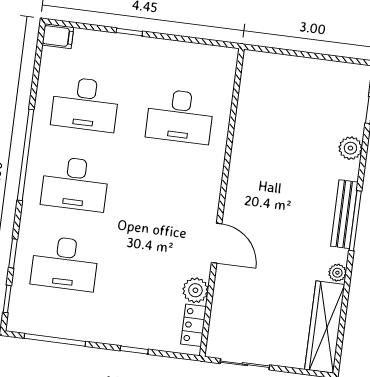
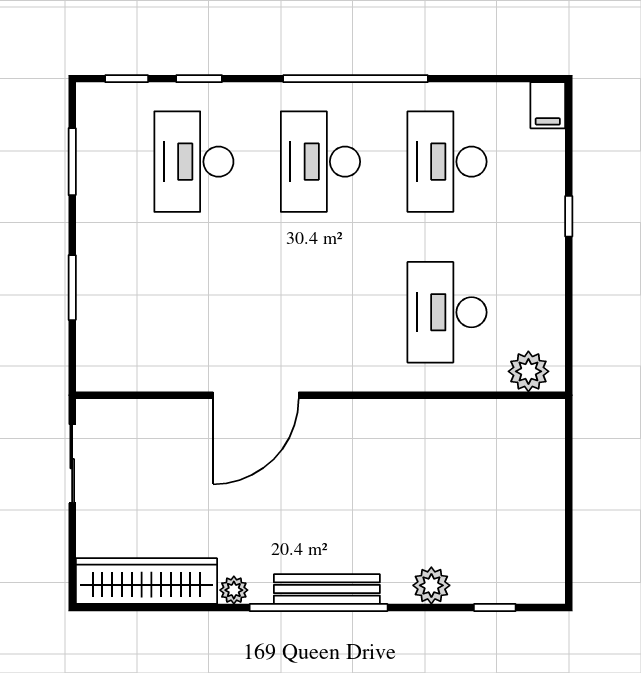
window: (355, 221) -> (319, 607), width x1.46
door: (217, 243) -> (256, 395), width x1.36
plant: (195, 290) -> (528, 371), moved
locker: (194, 325) -> (123, 375), removed
window: (55, 340) -> (72, 162), width x0.69
window: (134, 350) -> (72, 288), width x1.50

